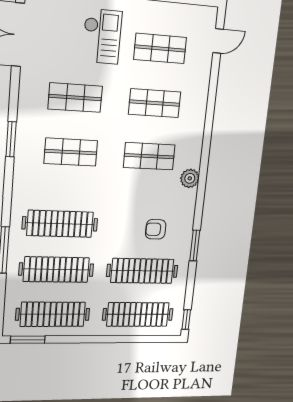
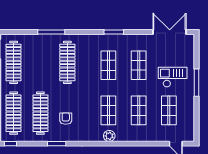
checkout: (102, 36) -> (173, 77), turned 180
plant: (190, 178) -> (109, 136), moved
clothes rail: (56, 270) -> (40, 62), removed

